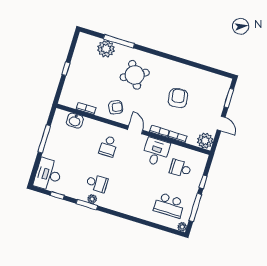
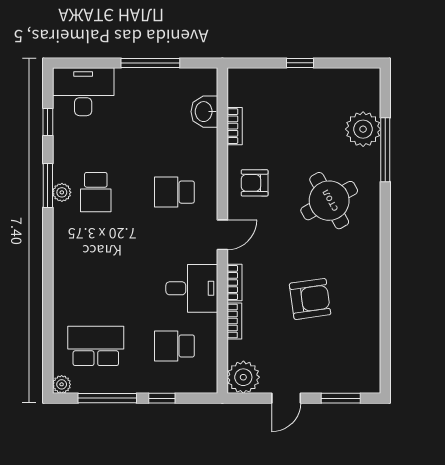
armchair: (116, 107) -> (255, 183), turned 115
school desk: (180, 168) -> (174, 346), turned -90
school desk: (169, 205) -> (96, 346), turned 90

